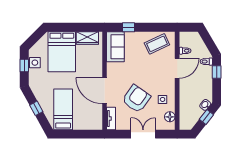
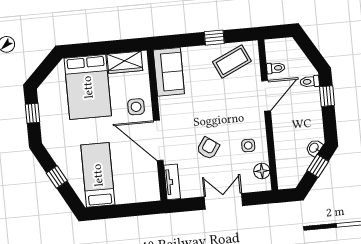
window: (128, 27) -> (214, 38), moved
side table: (35, 63) -> (136, 107), moved
armchair: (136, 99) -> (208, 148), width x0.53, depth x0.53

